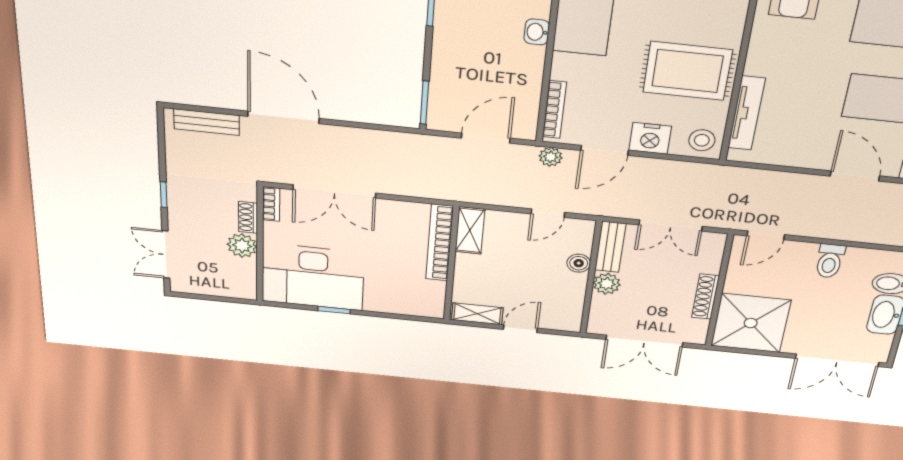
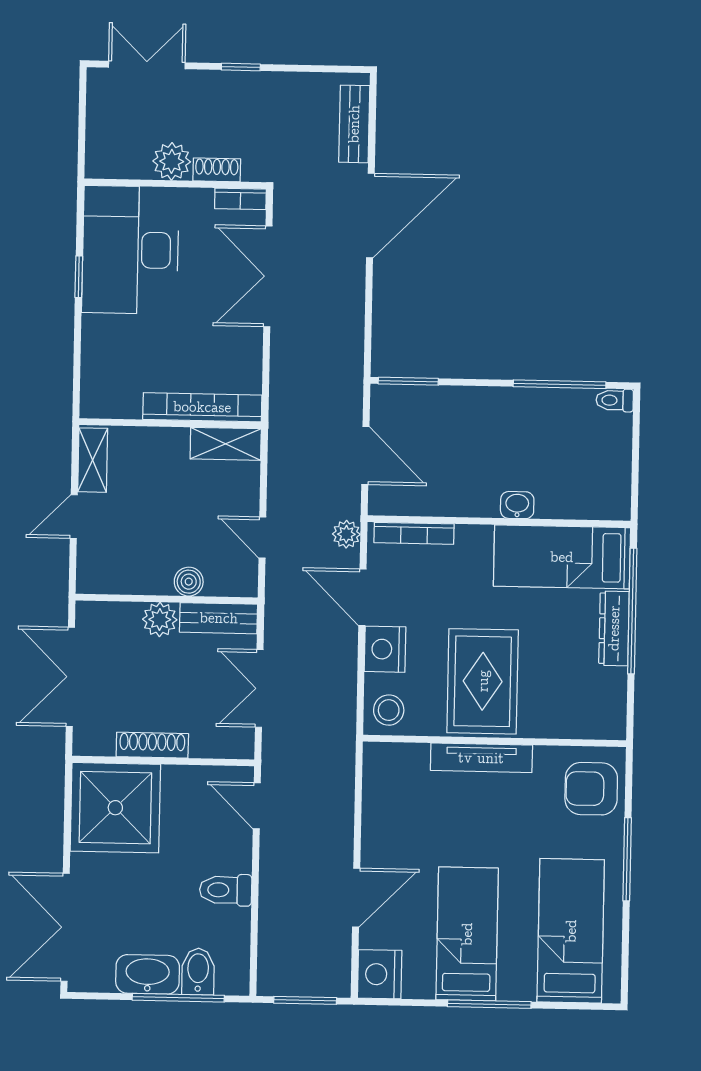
tv unit: (746, 113) -> (481, 758), moved
door: (520, 329) -> (74, 517), swing flipped

